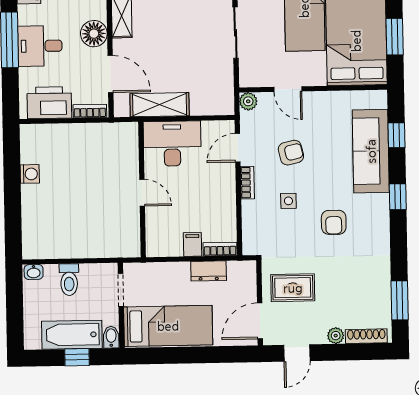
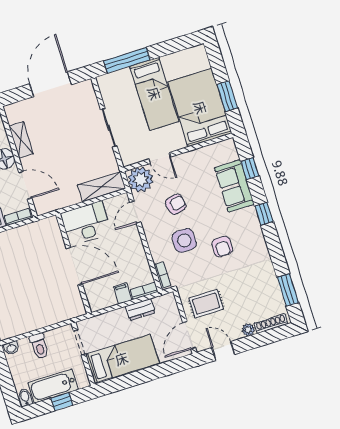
plant: (248, 101) -> (141, 180), width x1.88, depth x1.88
shelving: (160, 105) -> (102, 187), moved
sofa: (371, 151) -> (234, 186), width x0.73
bookcase: (247, 183) -> (162, 275), moved
door: (142, 193) -> (74, 266), width x1.88
side table: (288, 201) -> (184, 240), width x1.87, depth x1.87
bidet: (111, 337) -> (25, 397), moved
door: (297, 353) -> (223, 351), swing flipped

